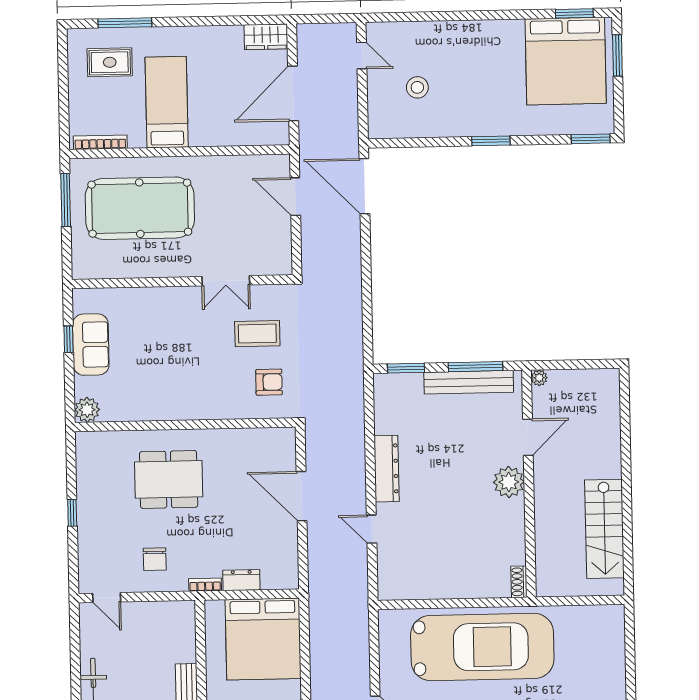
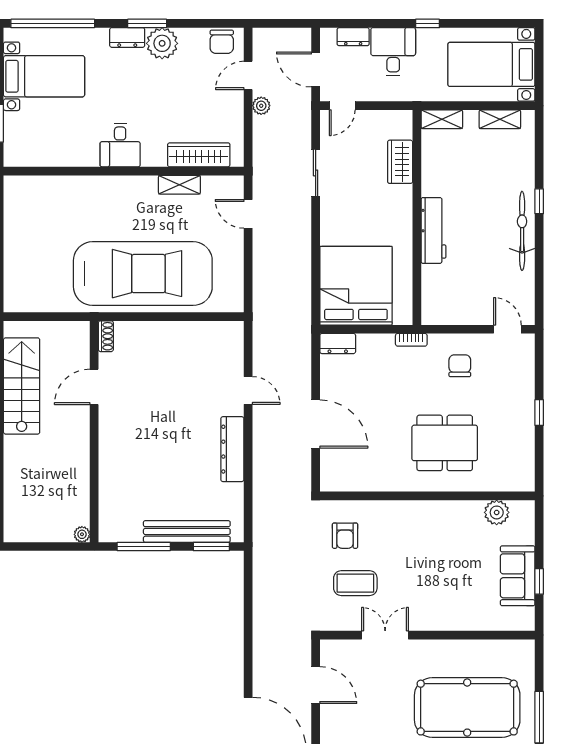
door: (295, 197) -> (316, 685), moved
armchair: (269, 382) -> (345, 536), turned -90
bench: (469, 382) -> (187, 531), moved
plant: (87, 410) -> (497, 512), moved
door: (528, 437) -> (94, 387), moved
plant: (509, 482) -> (114, 434), removed
dresser: (241, 580) -> (338, 344), moved
car: (482, 647) -> (143, 274), turned 180

